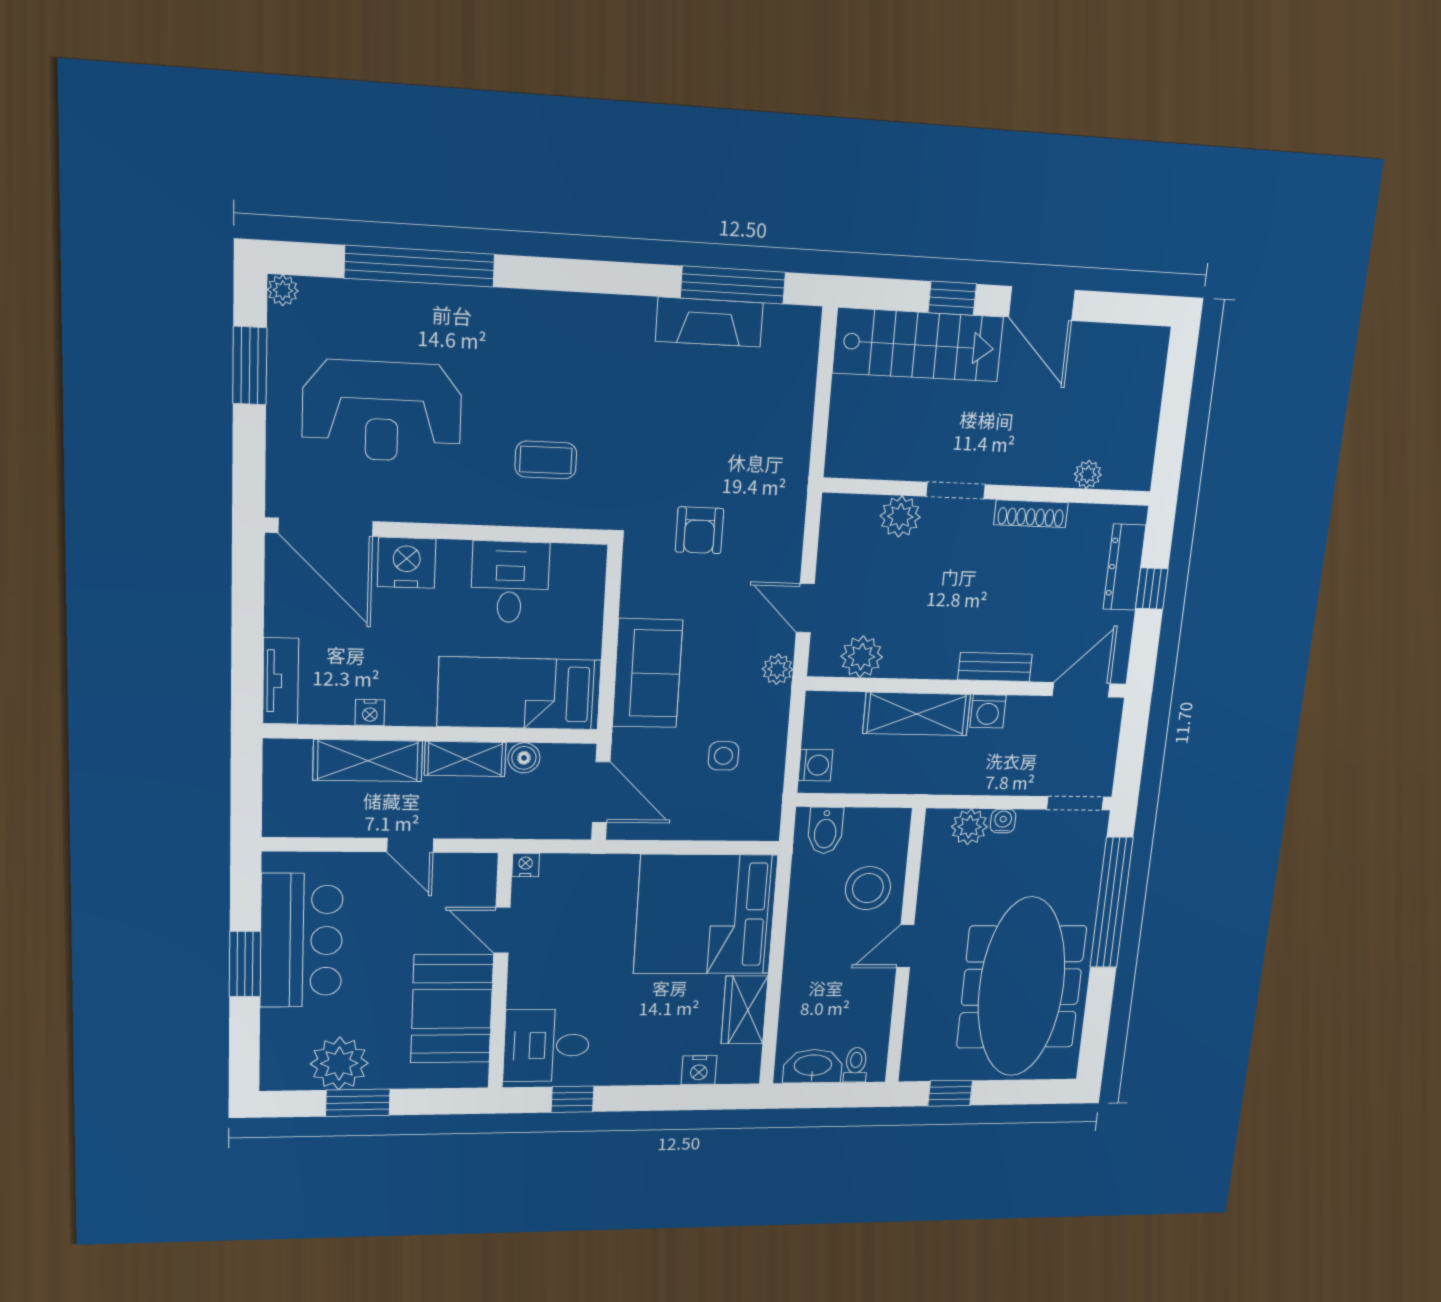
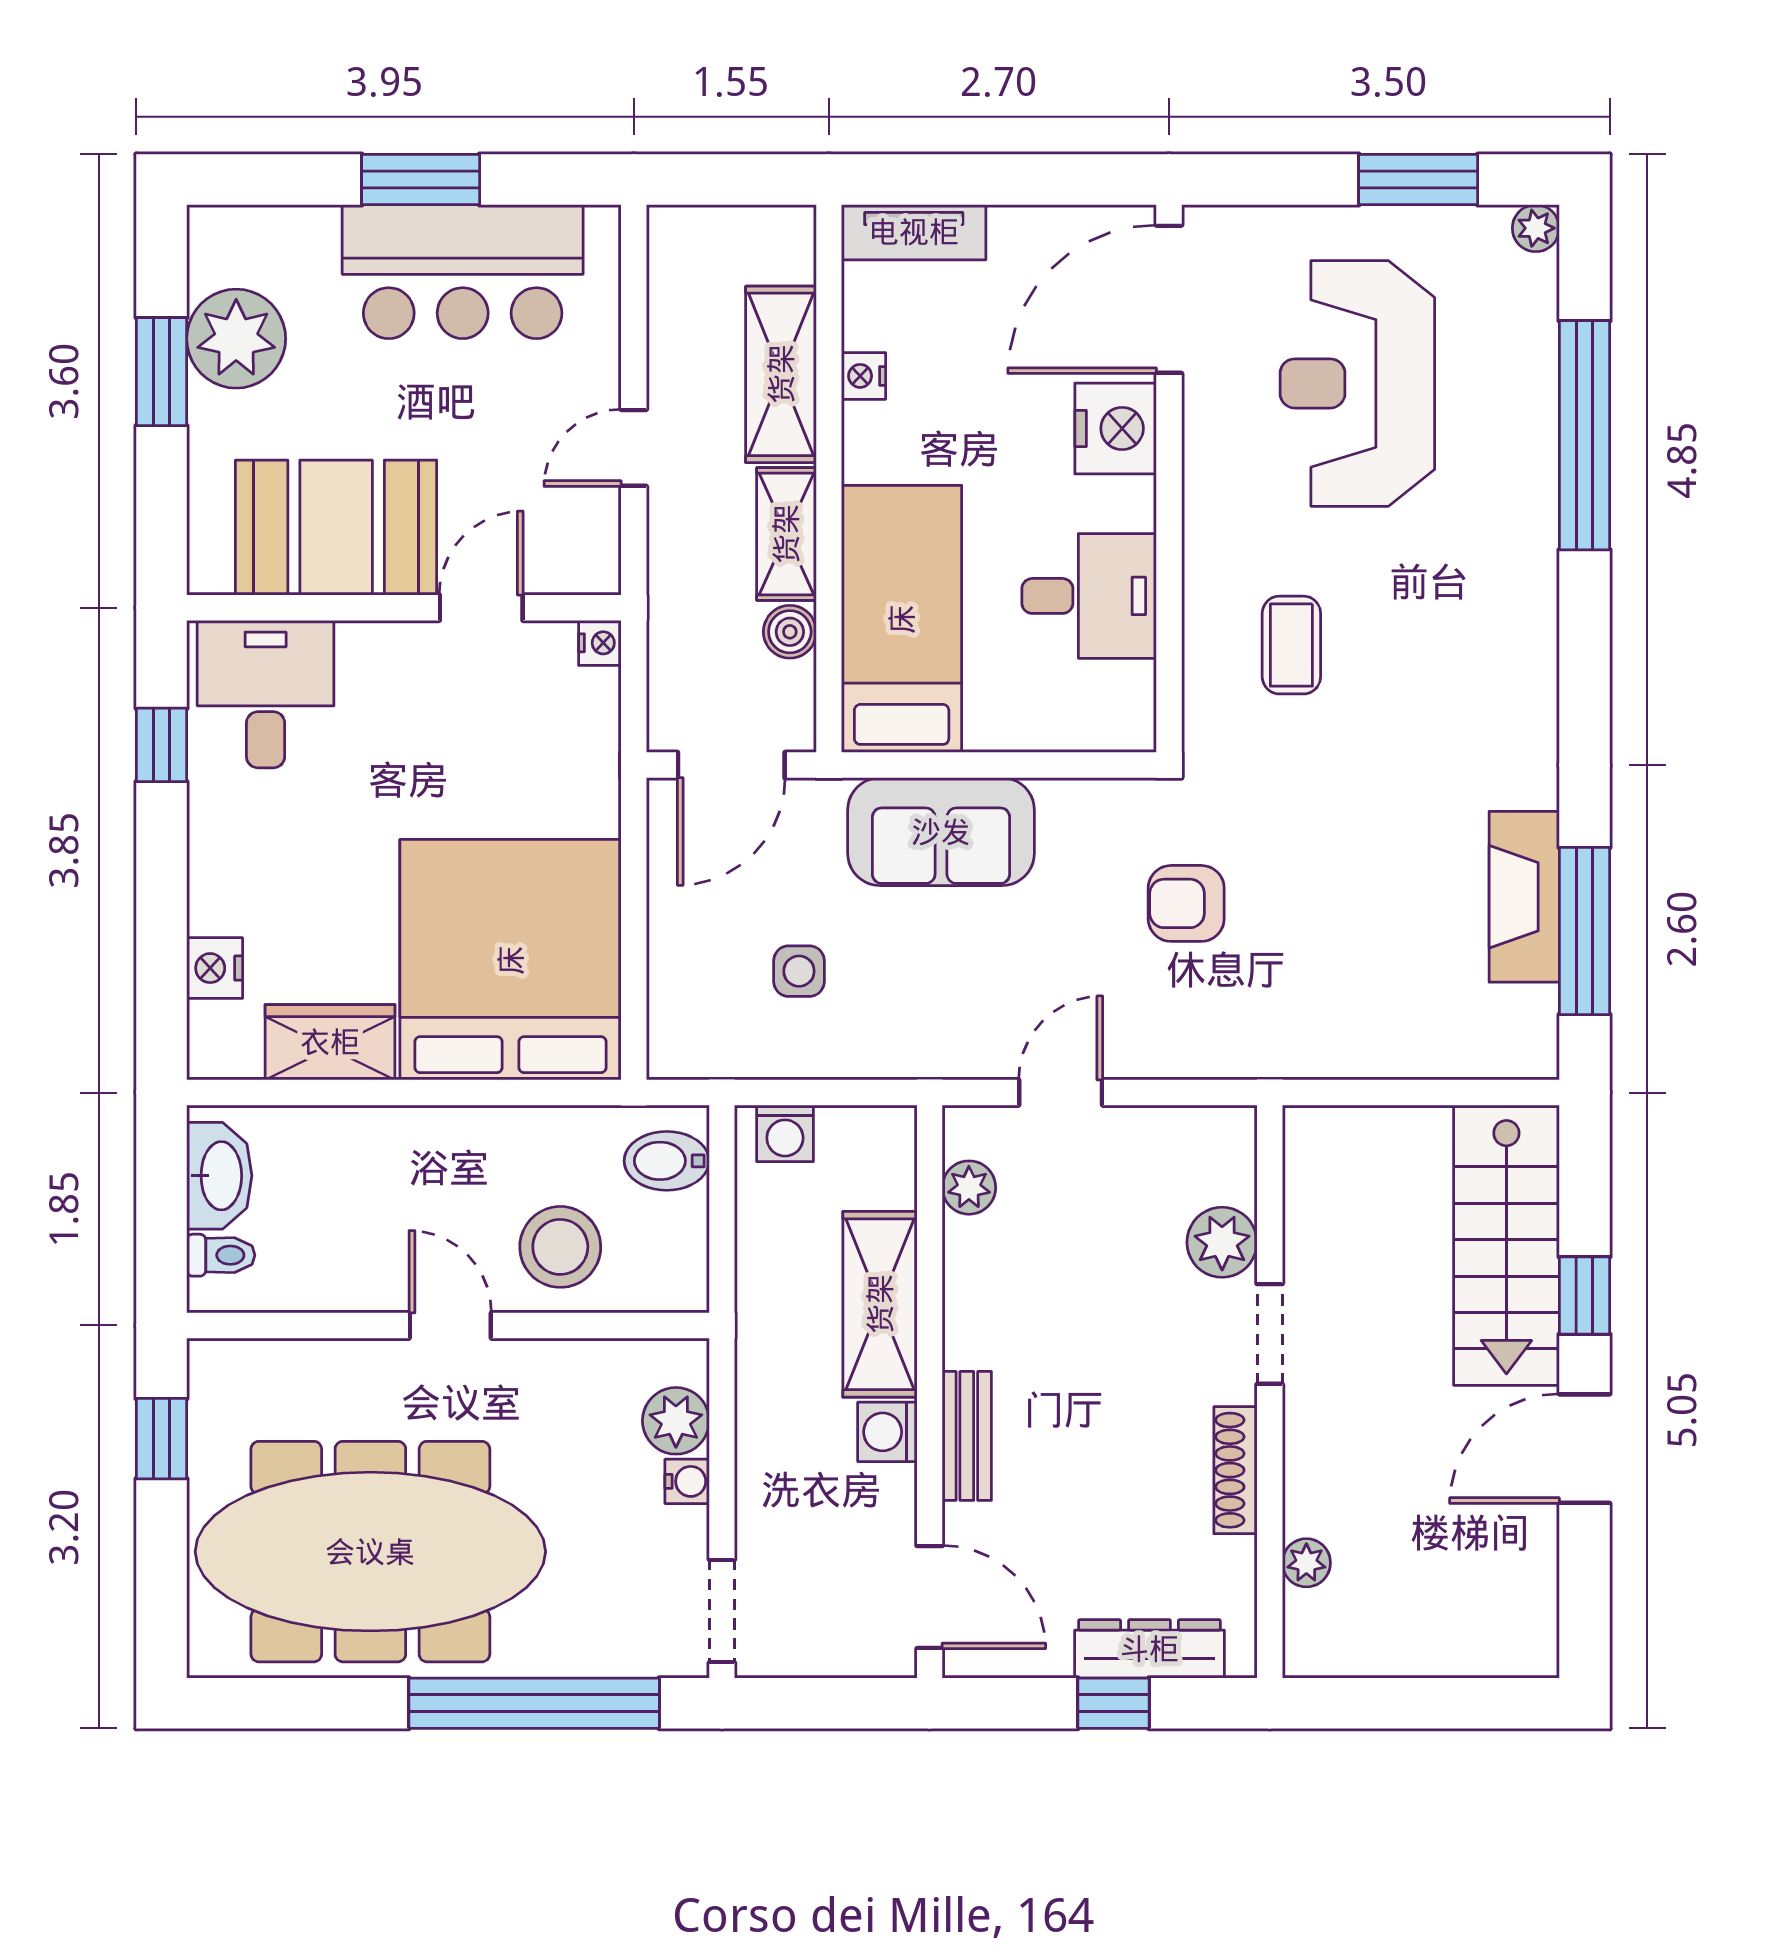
plant: (862, 657) -> (969, 1188), width x0.73, depth x0.73
plant: (778, 669) -> (953, 1053), removed

